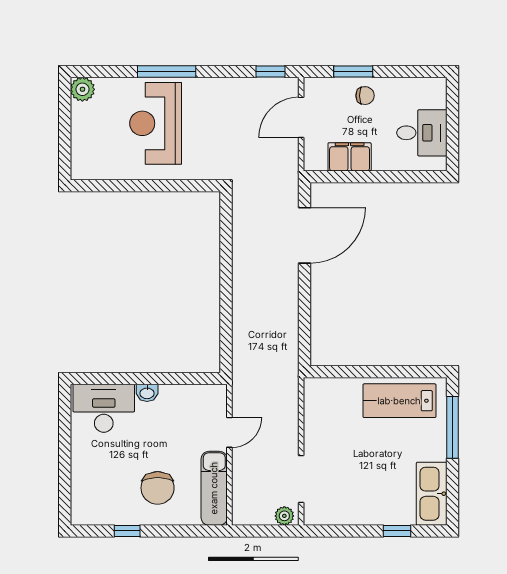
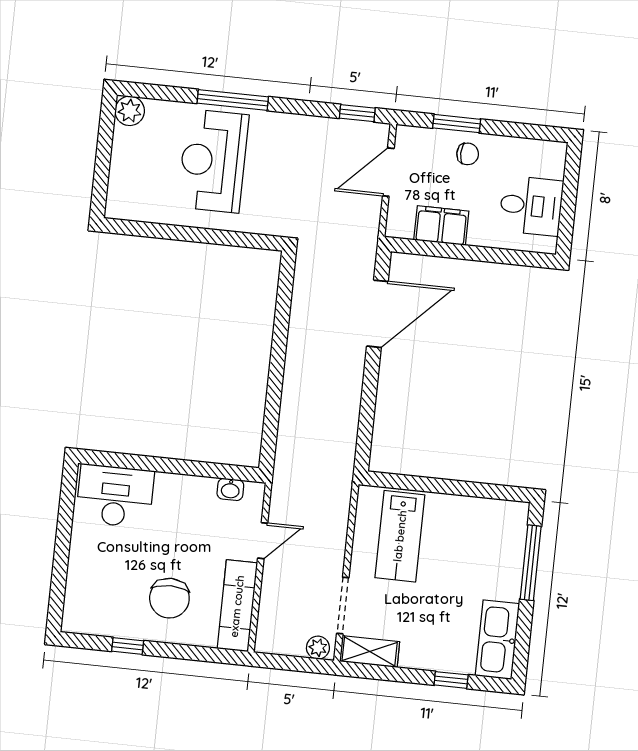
washbasin: (147, 393) -> (230, 489), moved
lab bench: (399, 401) -> (400, 536), moved, turned -90
shelving: (327, 515) -> (370, 652), added

